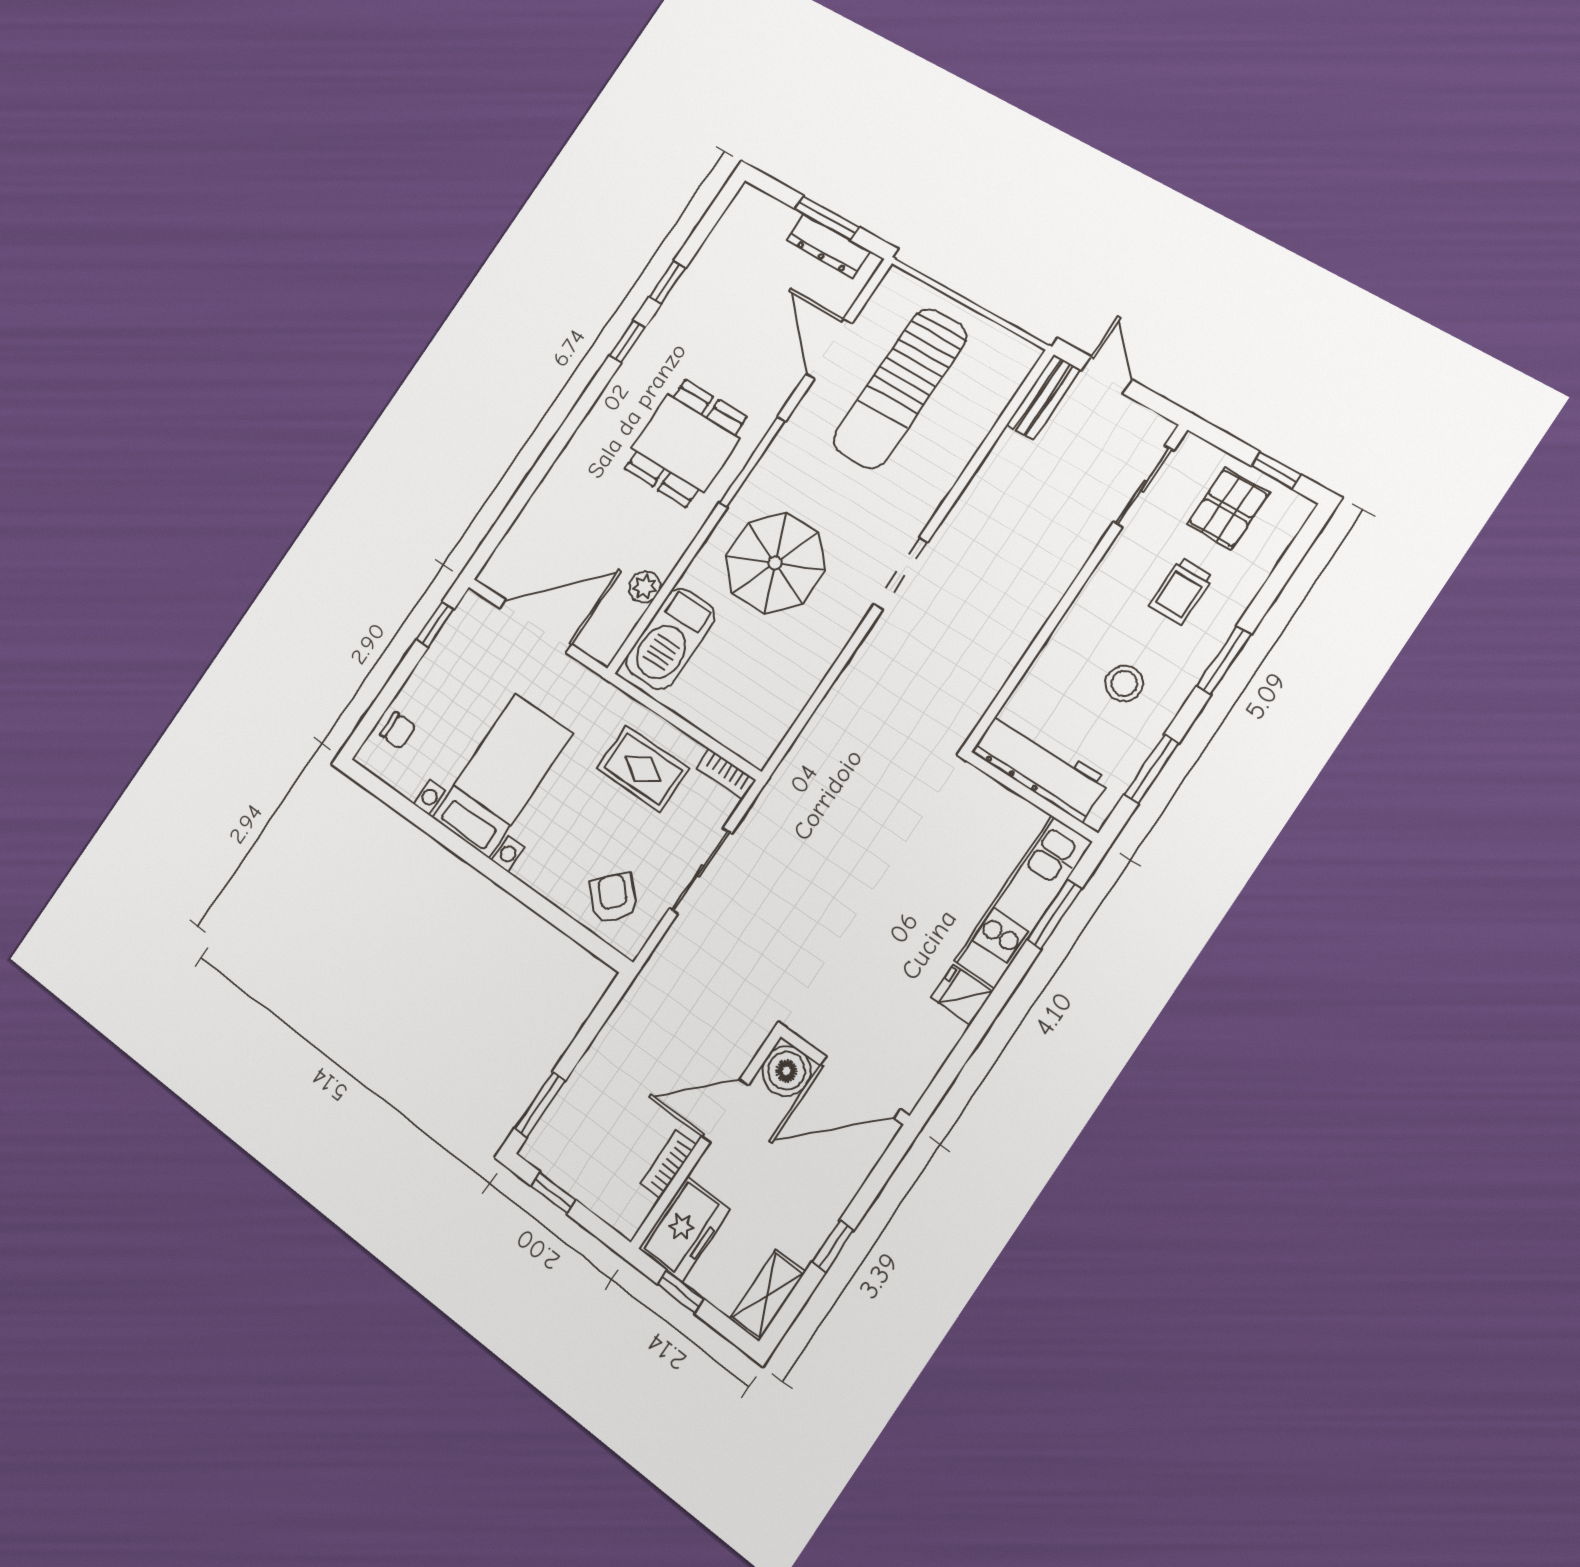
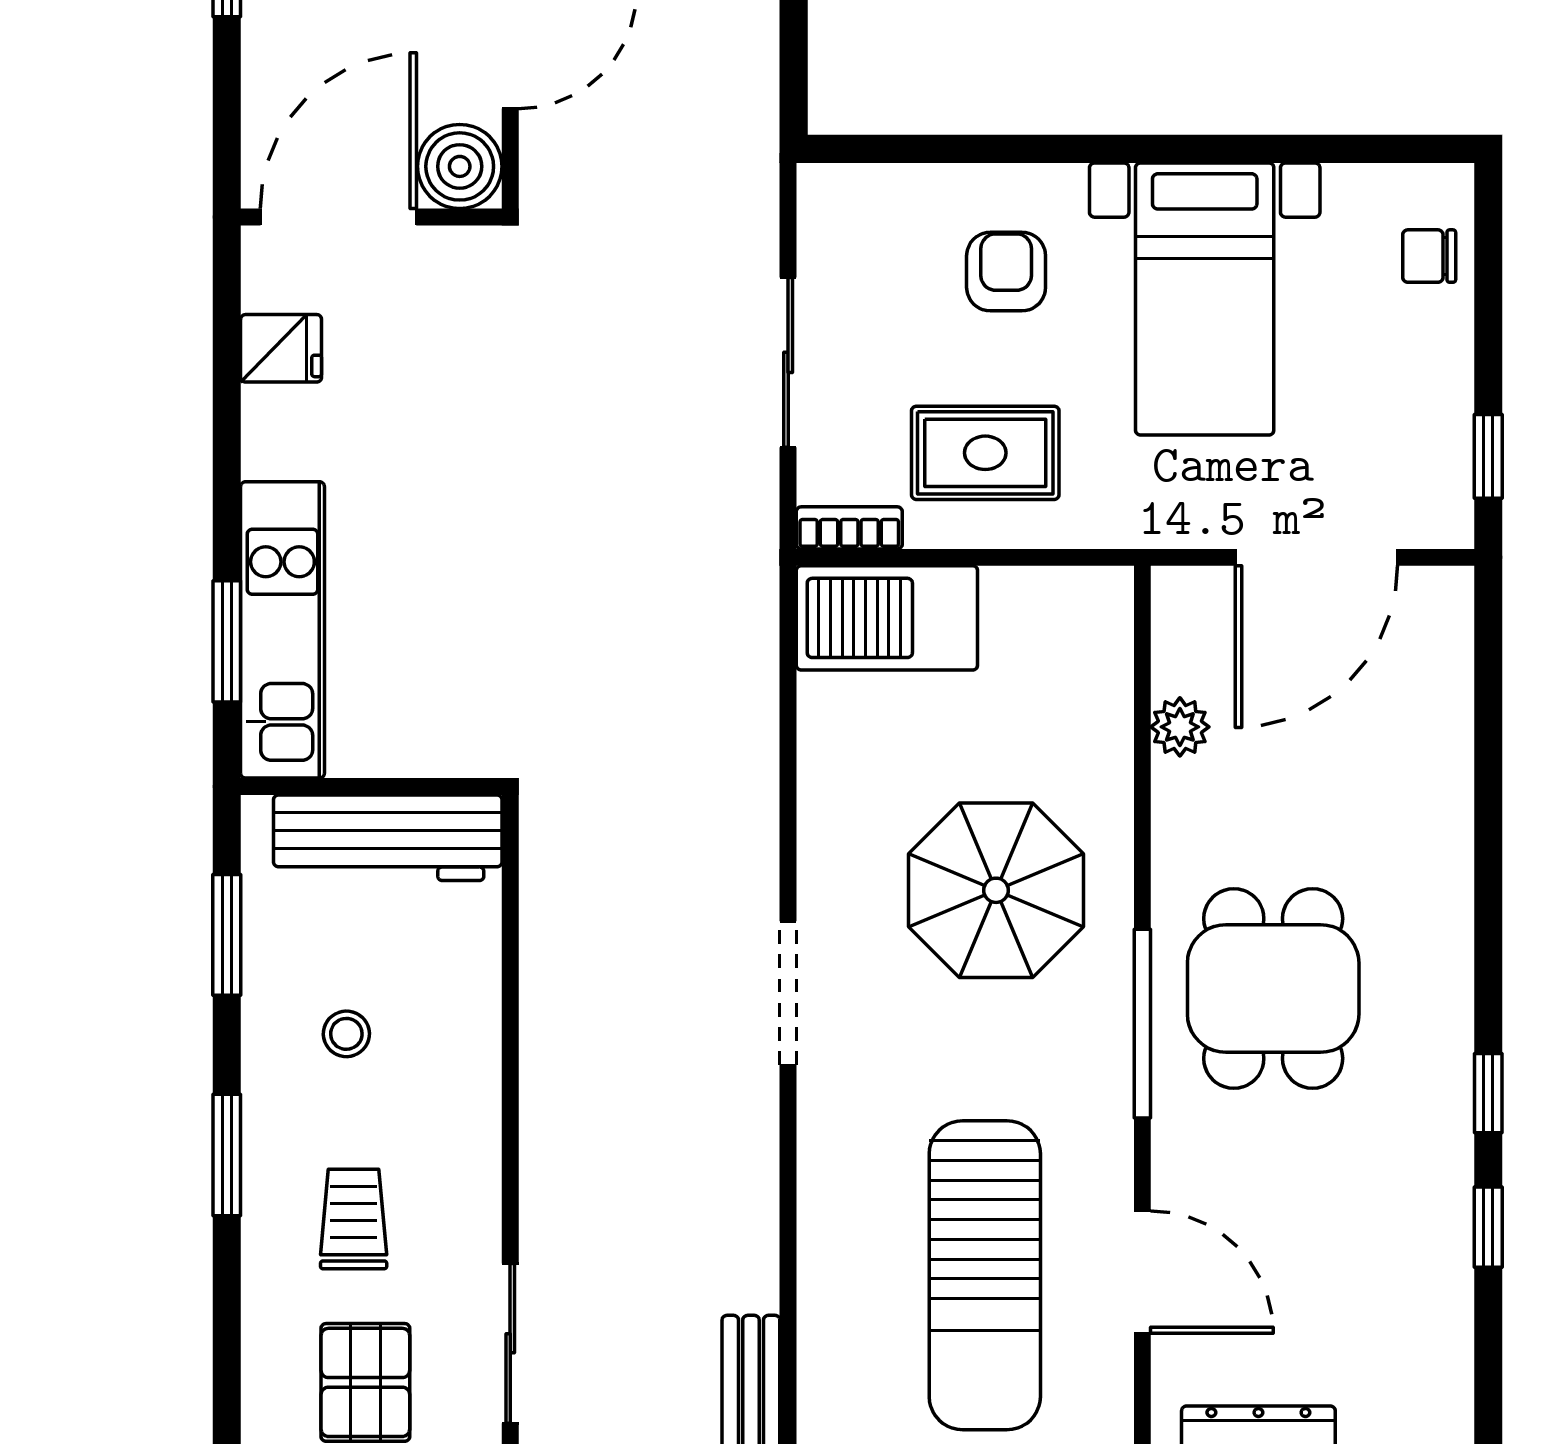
sun lounger: (900, 388) -> (985, 1275), turned 180
barbecue: (670, 639) -> (887, 618), moved, turned -90
stool: (1124, 683) -> (346, 1034), width x0.73, depth x0.73
armchair: (613, 898) -> (1006, 272), moved, turned -134
fridge: (962, 995) -> (281, 348), moved

